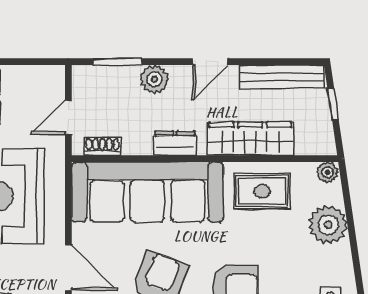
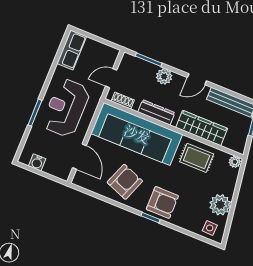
dresser: (175, 143) -> (156, 112), width x1.44
plant: (328, 225) -> (220, 205), moved

